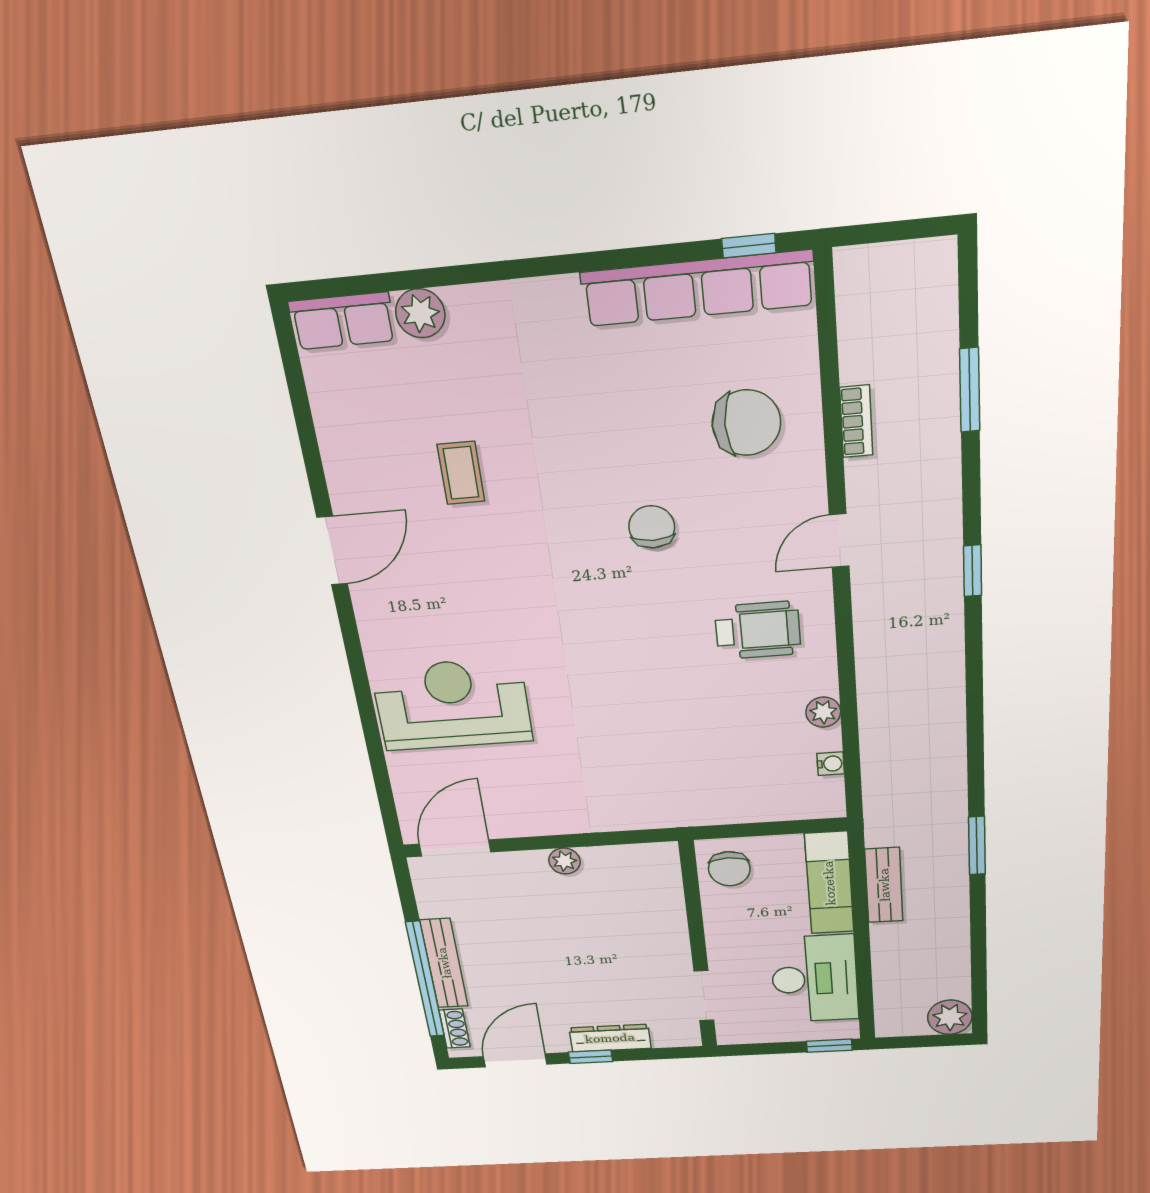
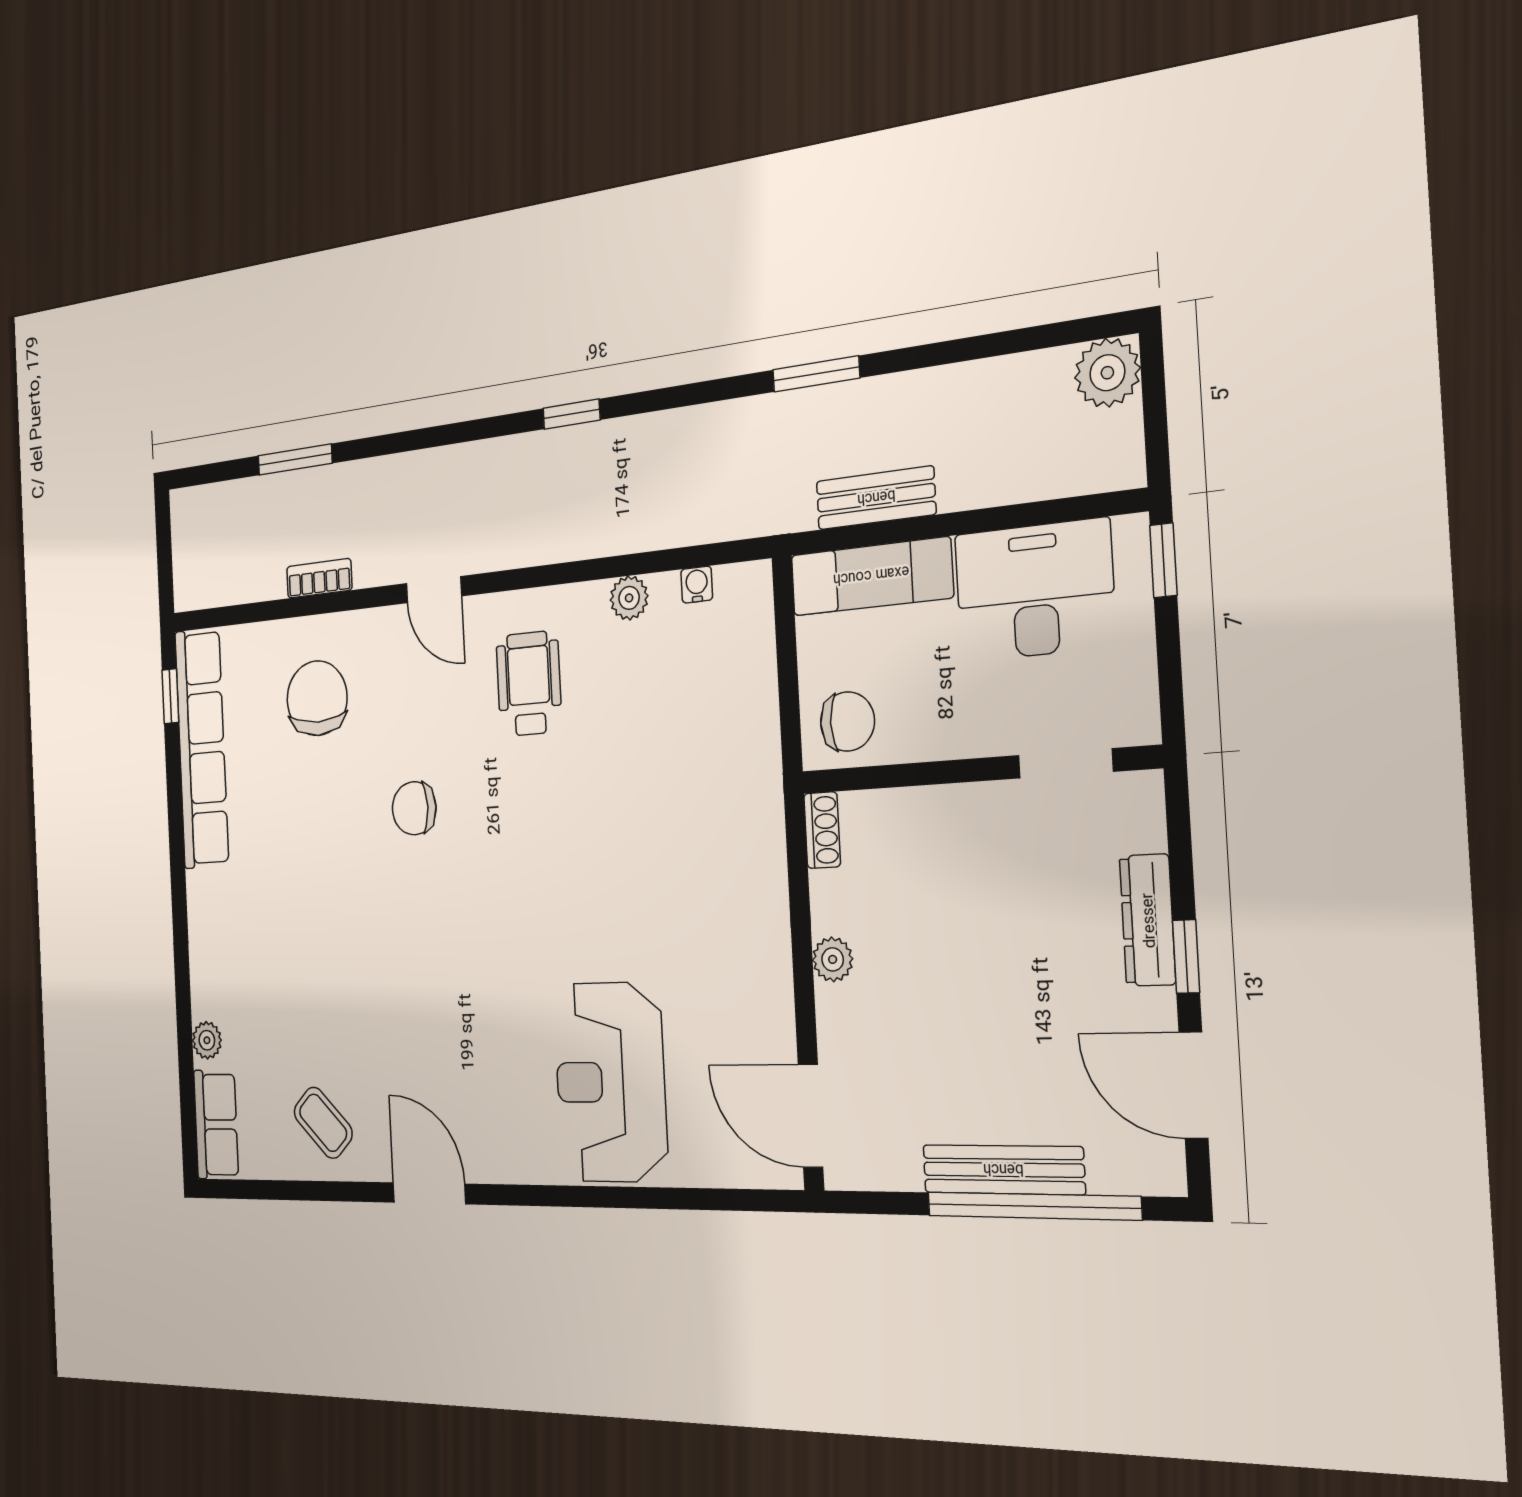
plant: (420, 313) -> (207, 1040), width x0.73, depth x0.73
coffee table: (461, 473) -> (323, 1123), moved, turned 45
window: (973, 571) -> (571, 414), moved
shoe rack: (455, 1028) -> (822, 830), moved, turned 90

